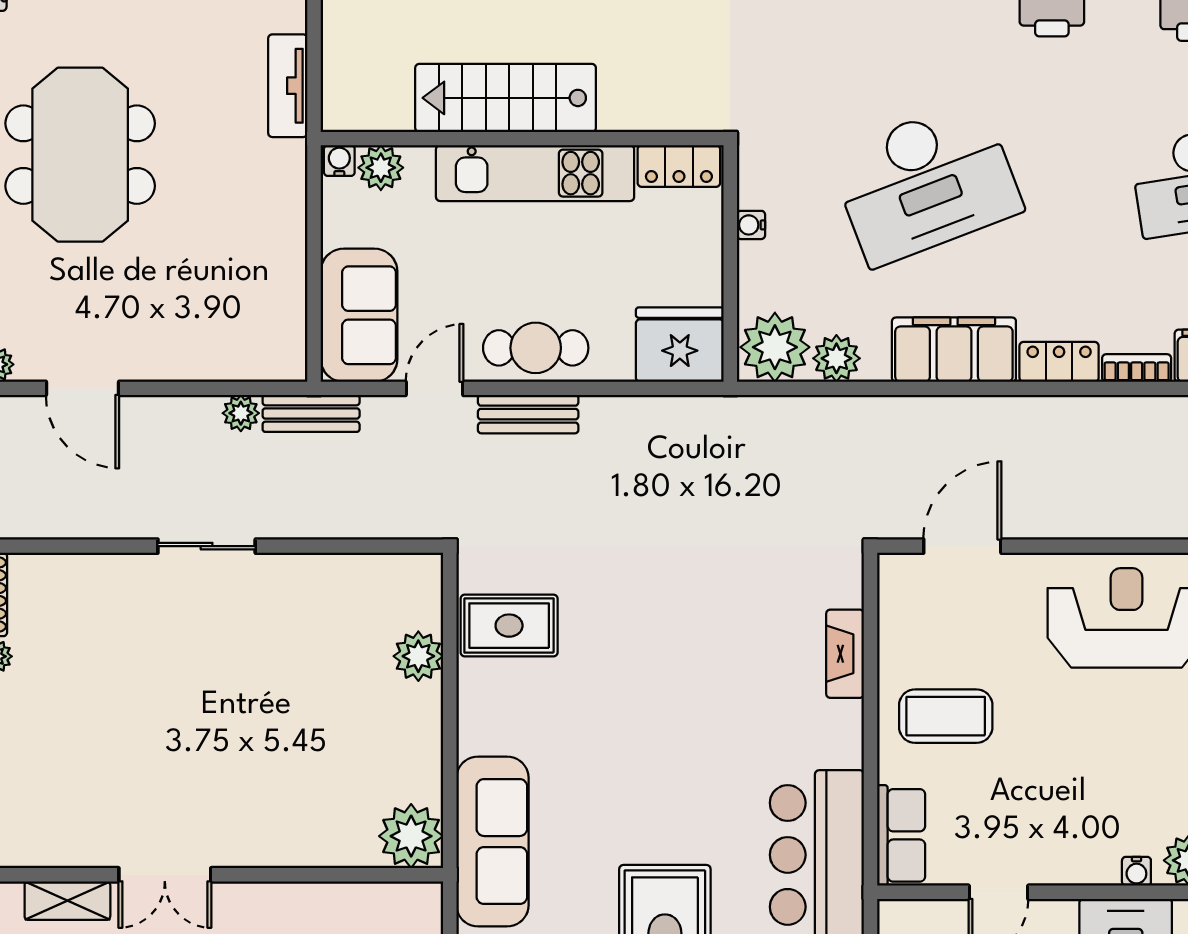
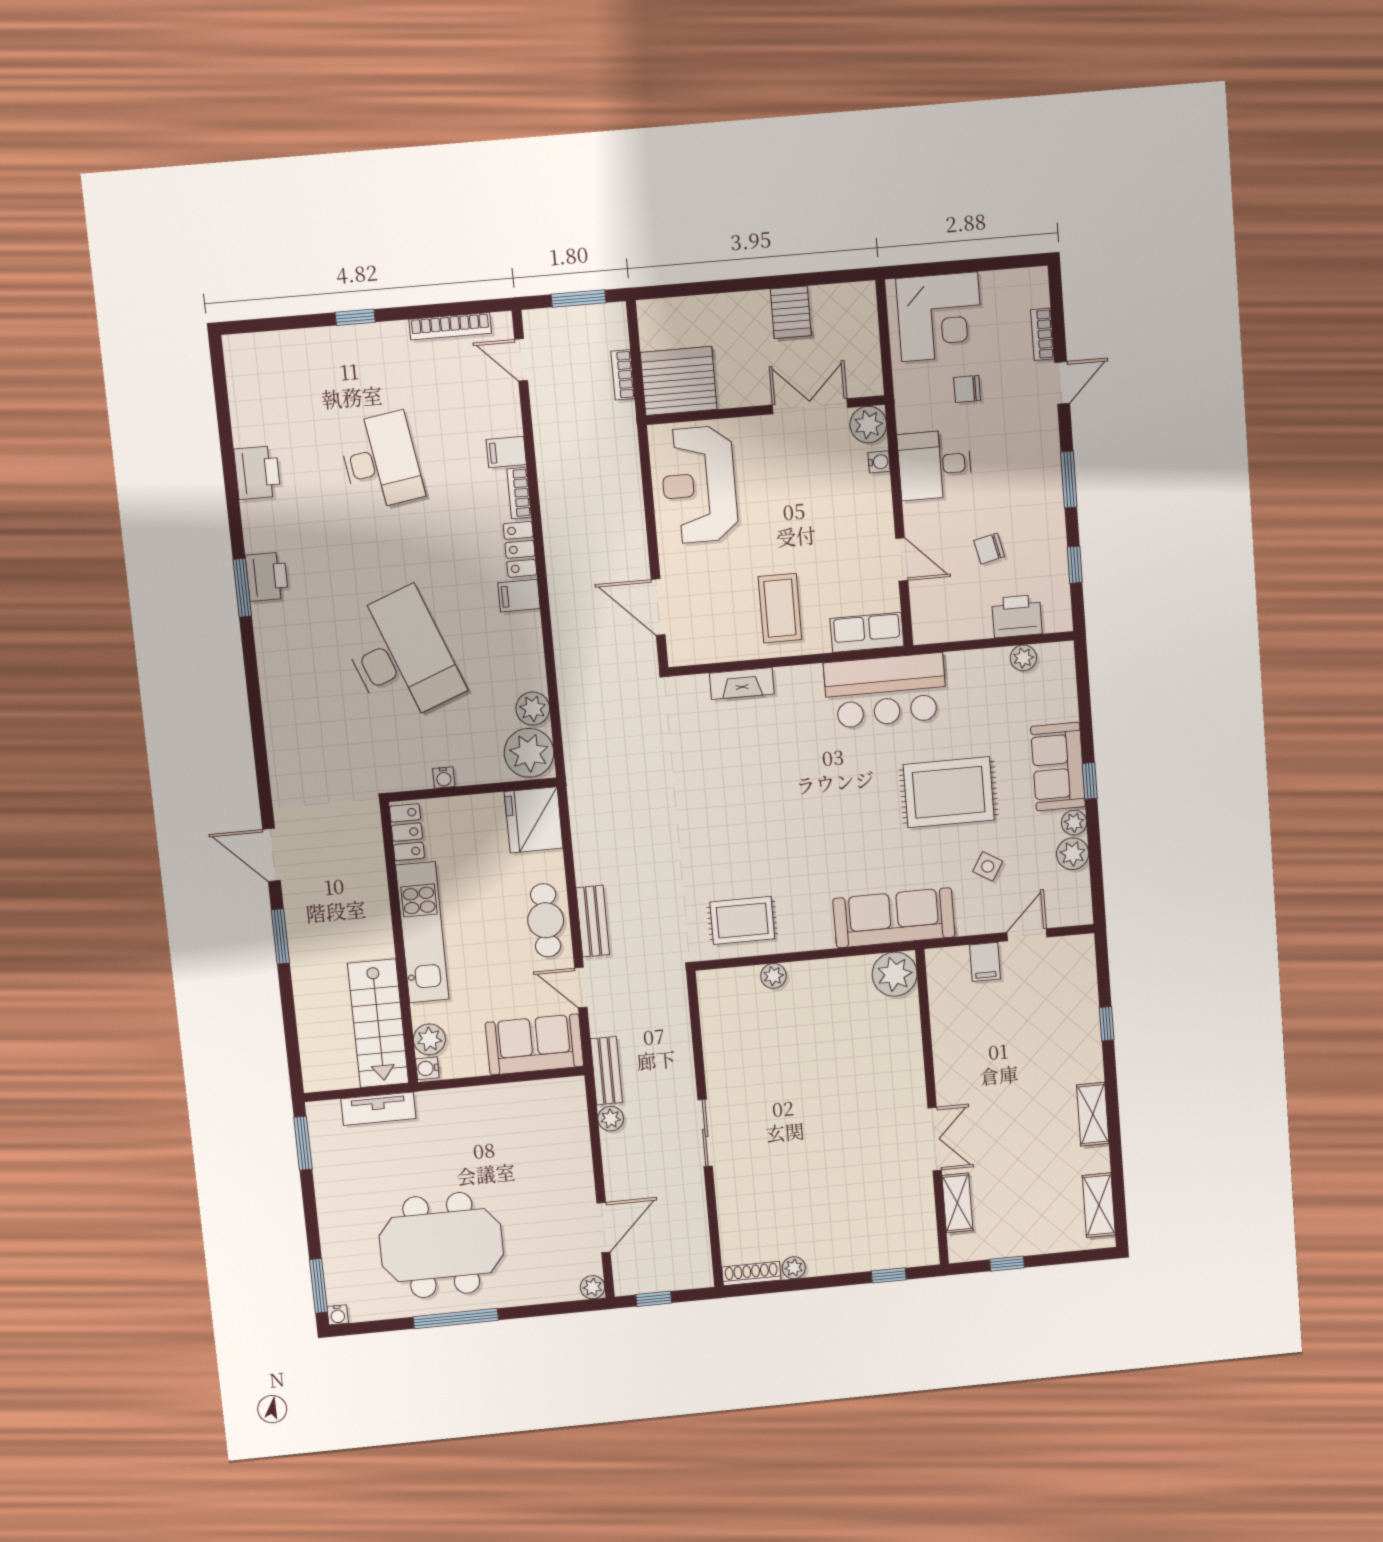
stairs: (506, 98) -> (378, 1023), moved
filing cabinet: (954, 350) -> (519, 596), width x0.33, depth x0.86
rug: (509, 626) -> (742, 920), turned 90
plant: (418, 656) -> (773, 976), width x0.73, depth x0.73

